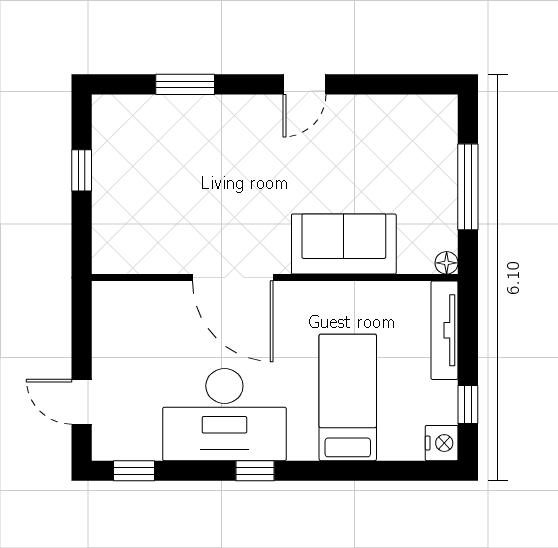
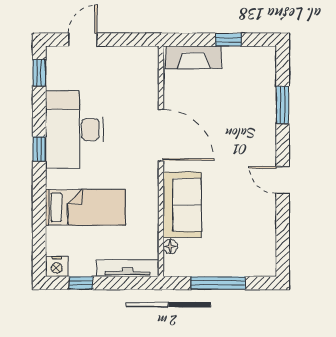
fireplace: (109, 226) -> (194, 57), added
floor lamp: (447, 263) -> (170, 247), moved
door: (233, 278) -> (161, 135), swing flipped

